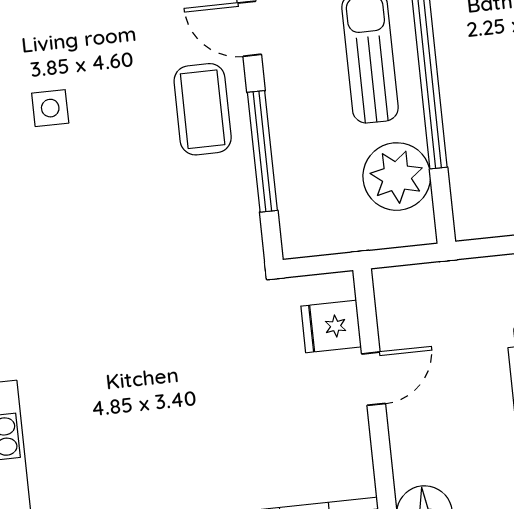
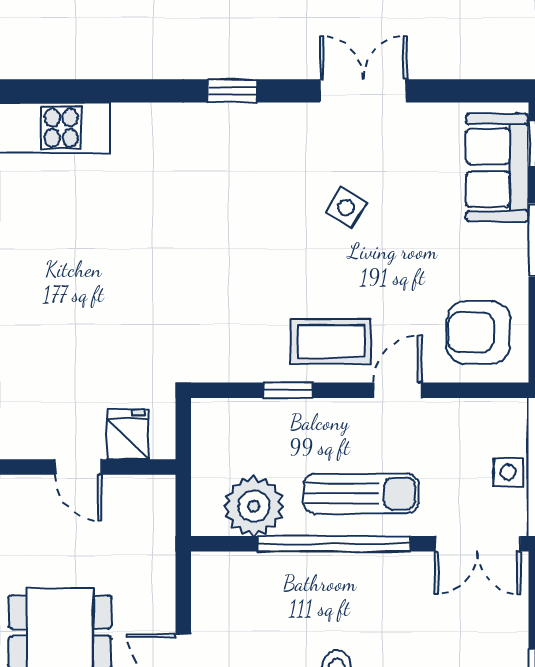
side table: (50, 108) -> (346, 208), turned 31
window: (262, 151) -> (288, 390), width x0.46

